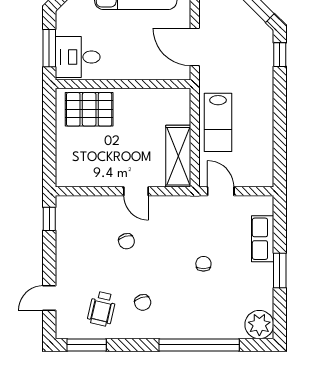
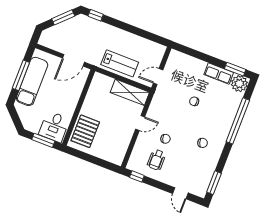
row of seats: (263, 239) -> (219, 74), moved
window: (280, 270) -> (235, 69), moved
wheelchair: (102, 309) -> (156, 160), moved, turned 77

